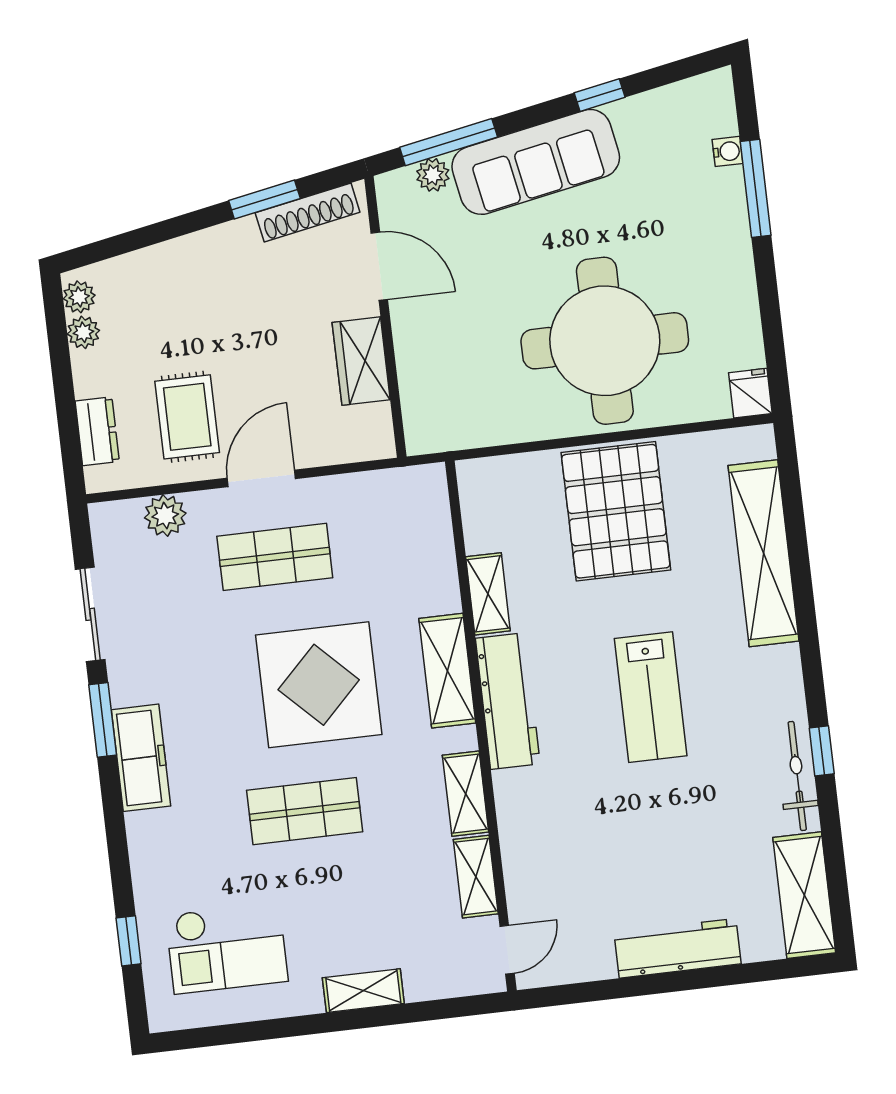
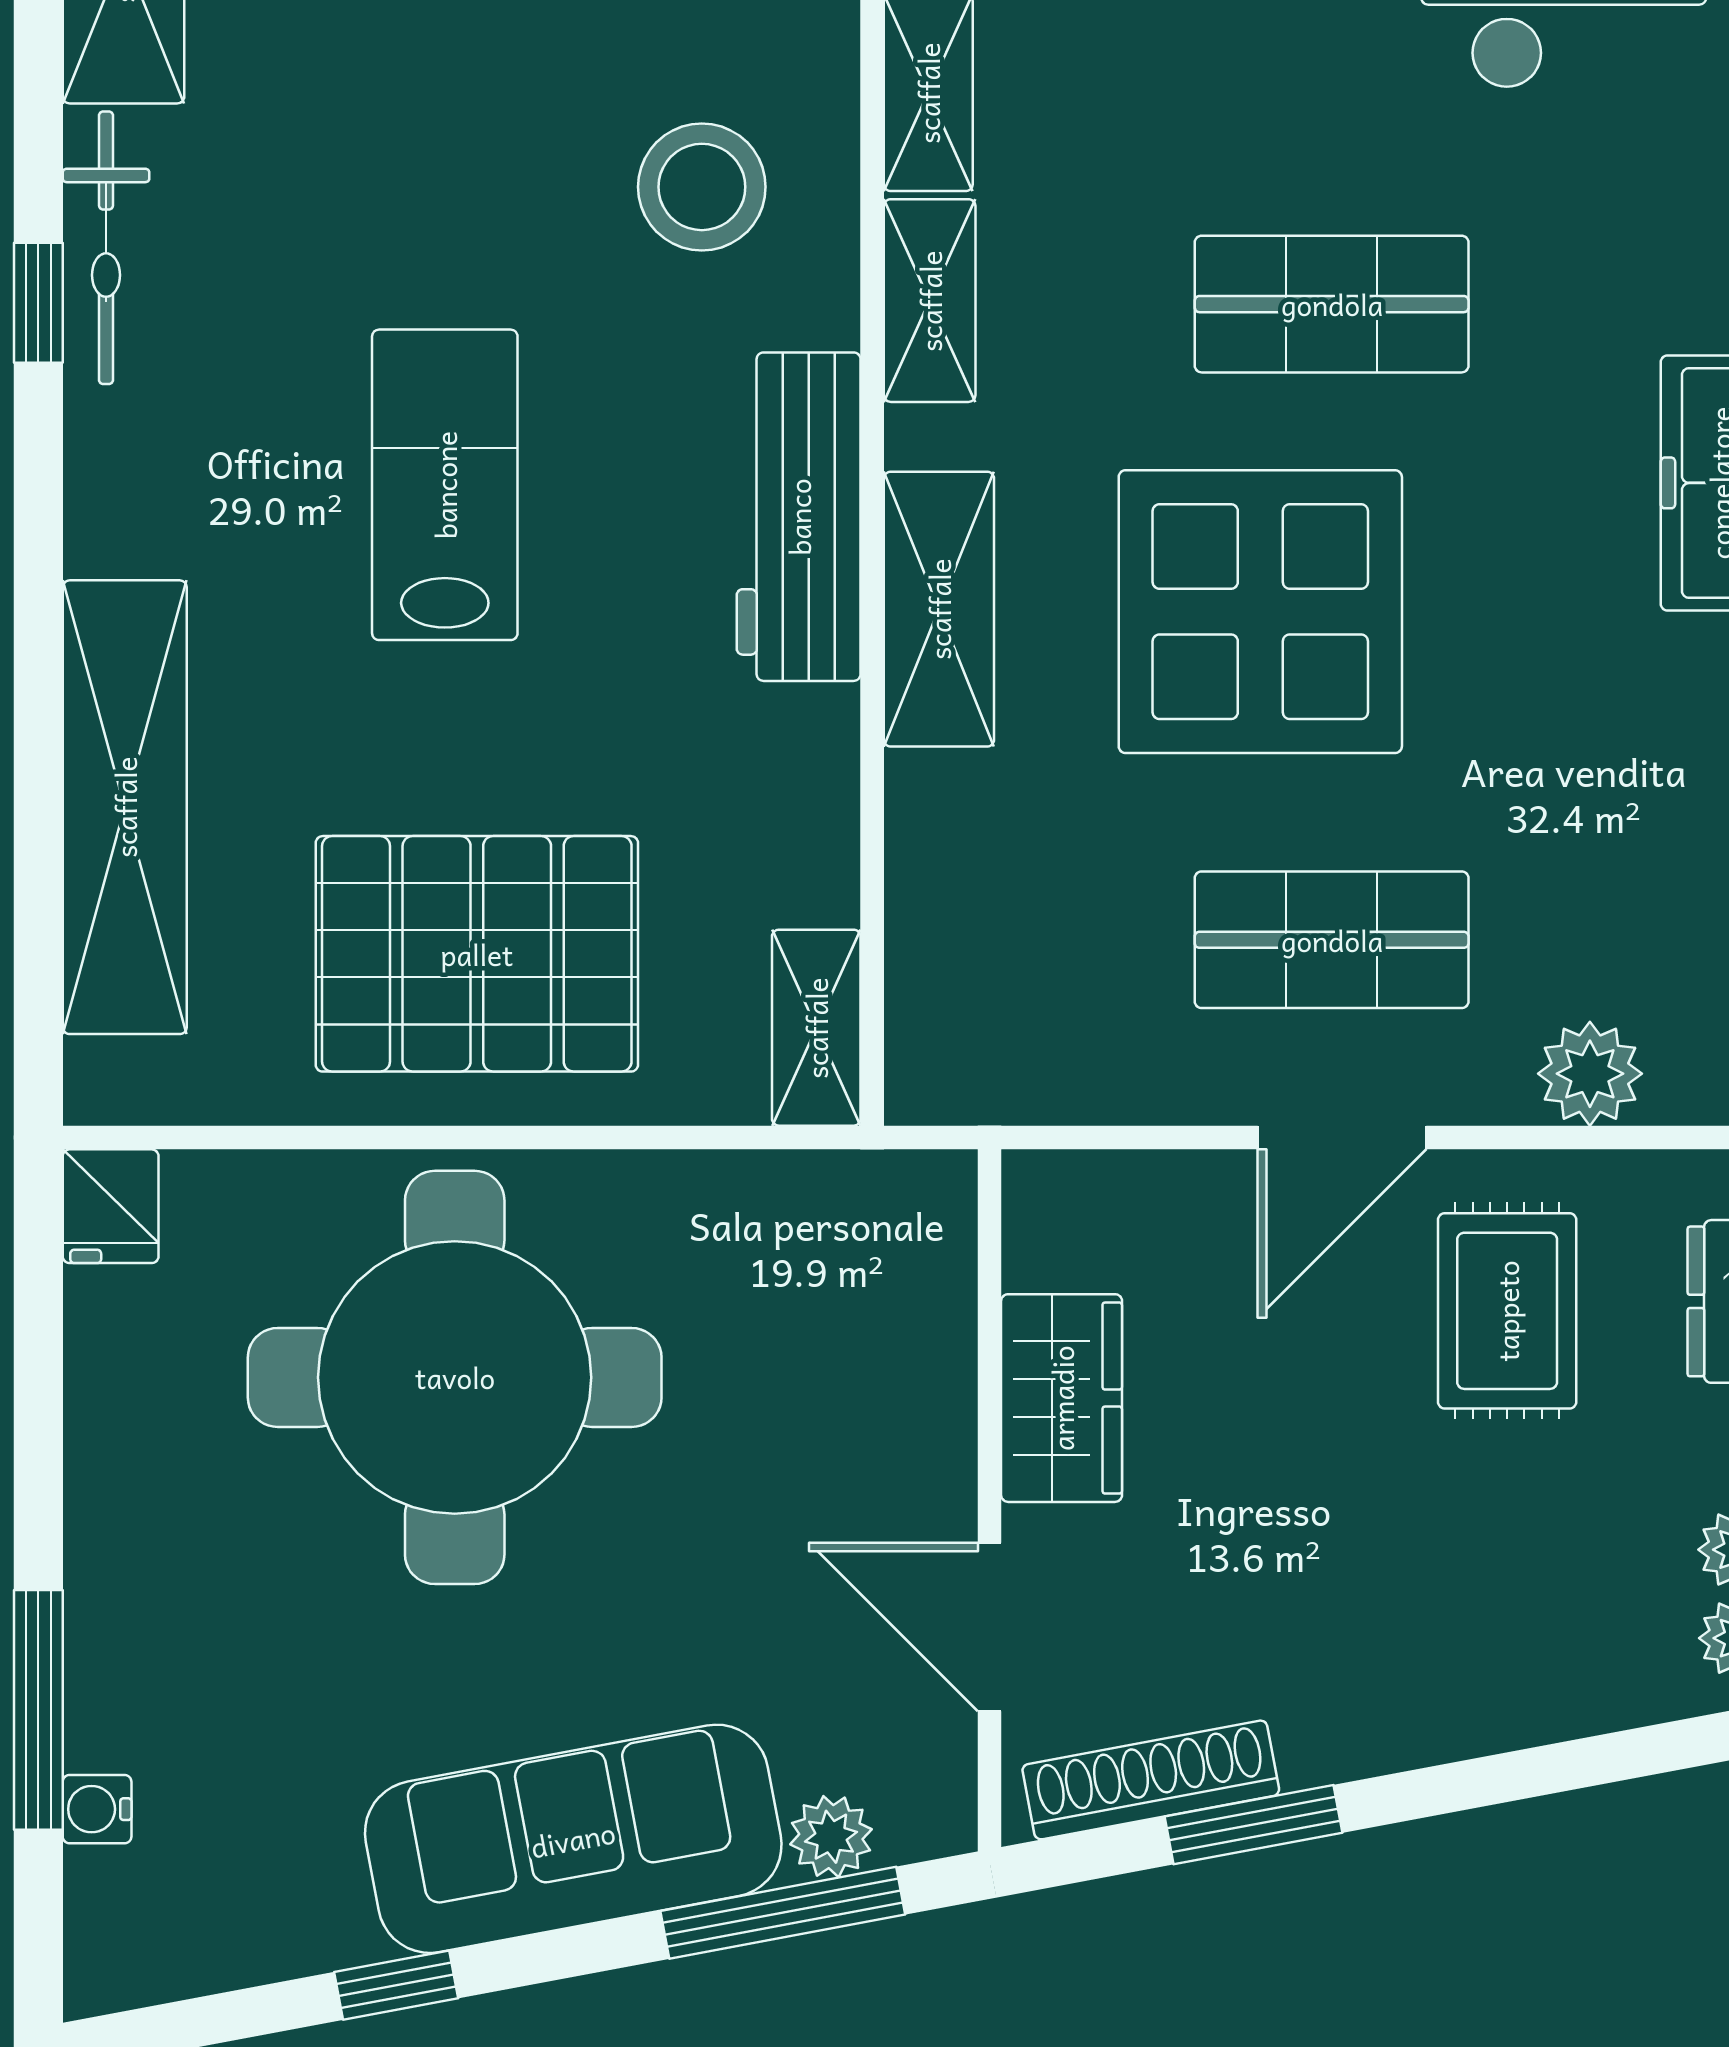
pallet: (616, 511) -> (477, 954), turned 90
shelving: (488, 594) -> (816, 1028), moved
stool: (562, 828) -> (702, 187), added

